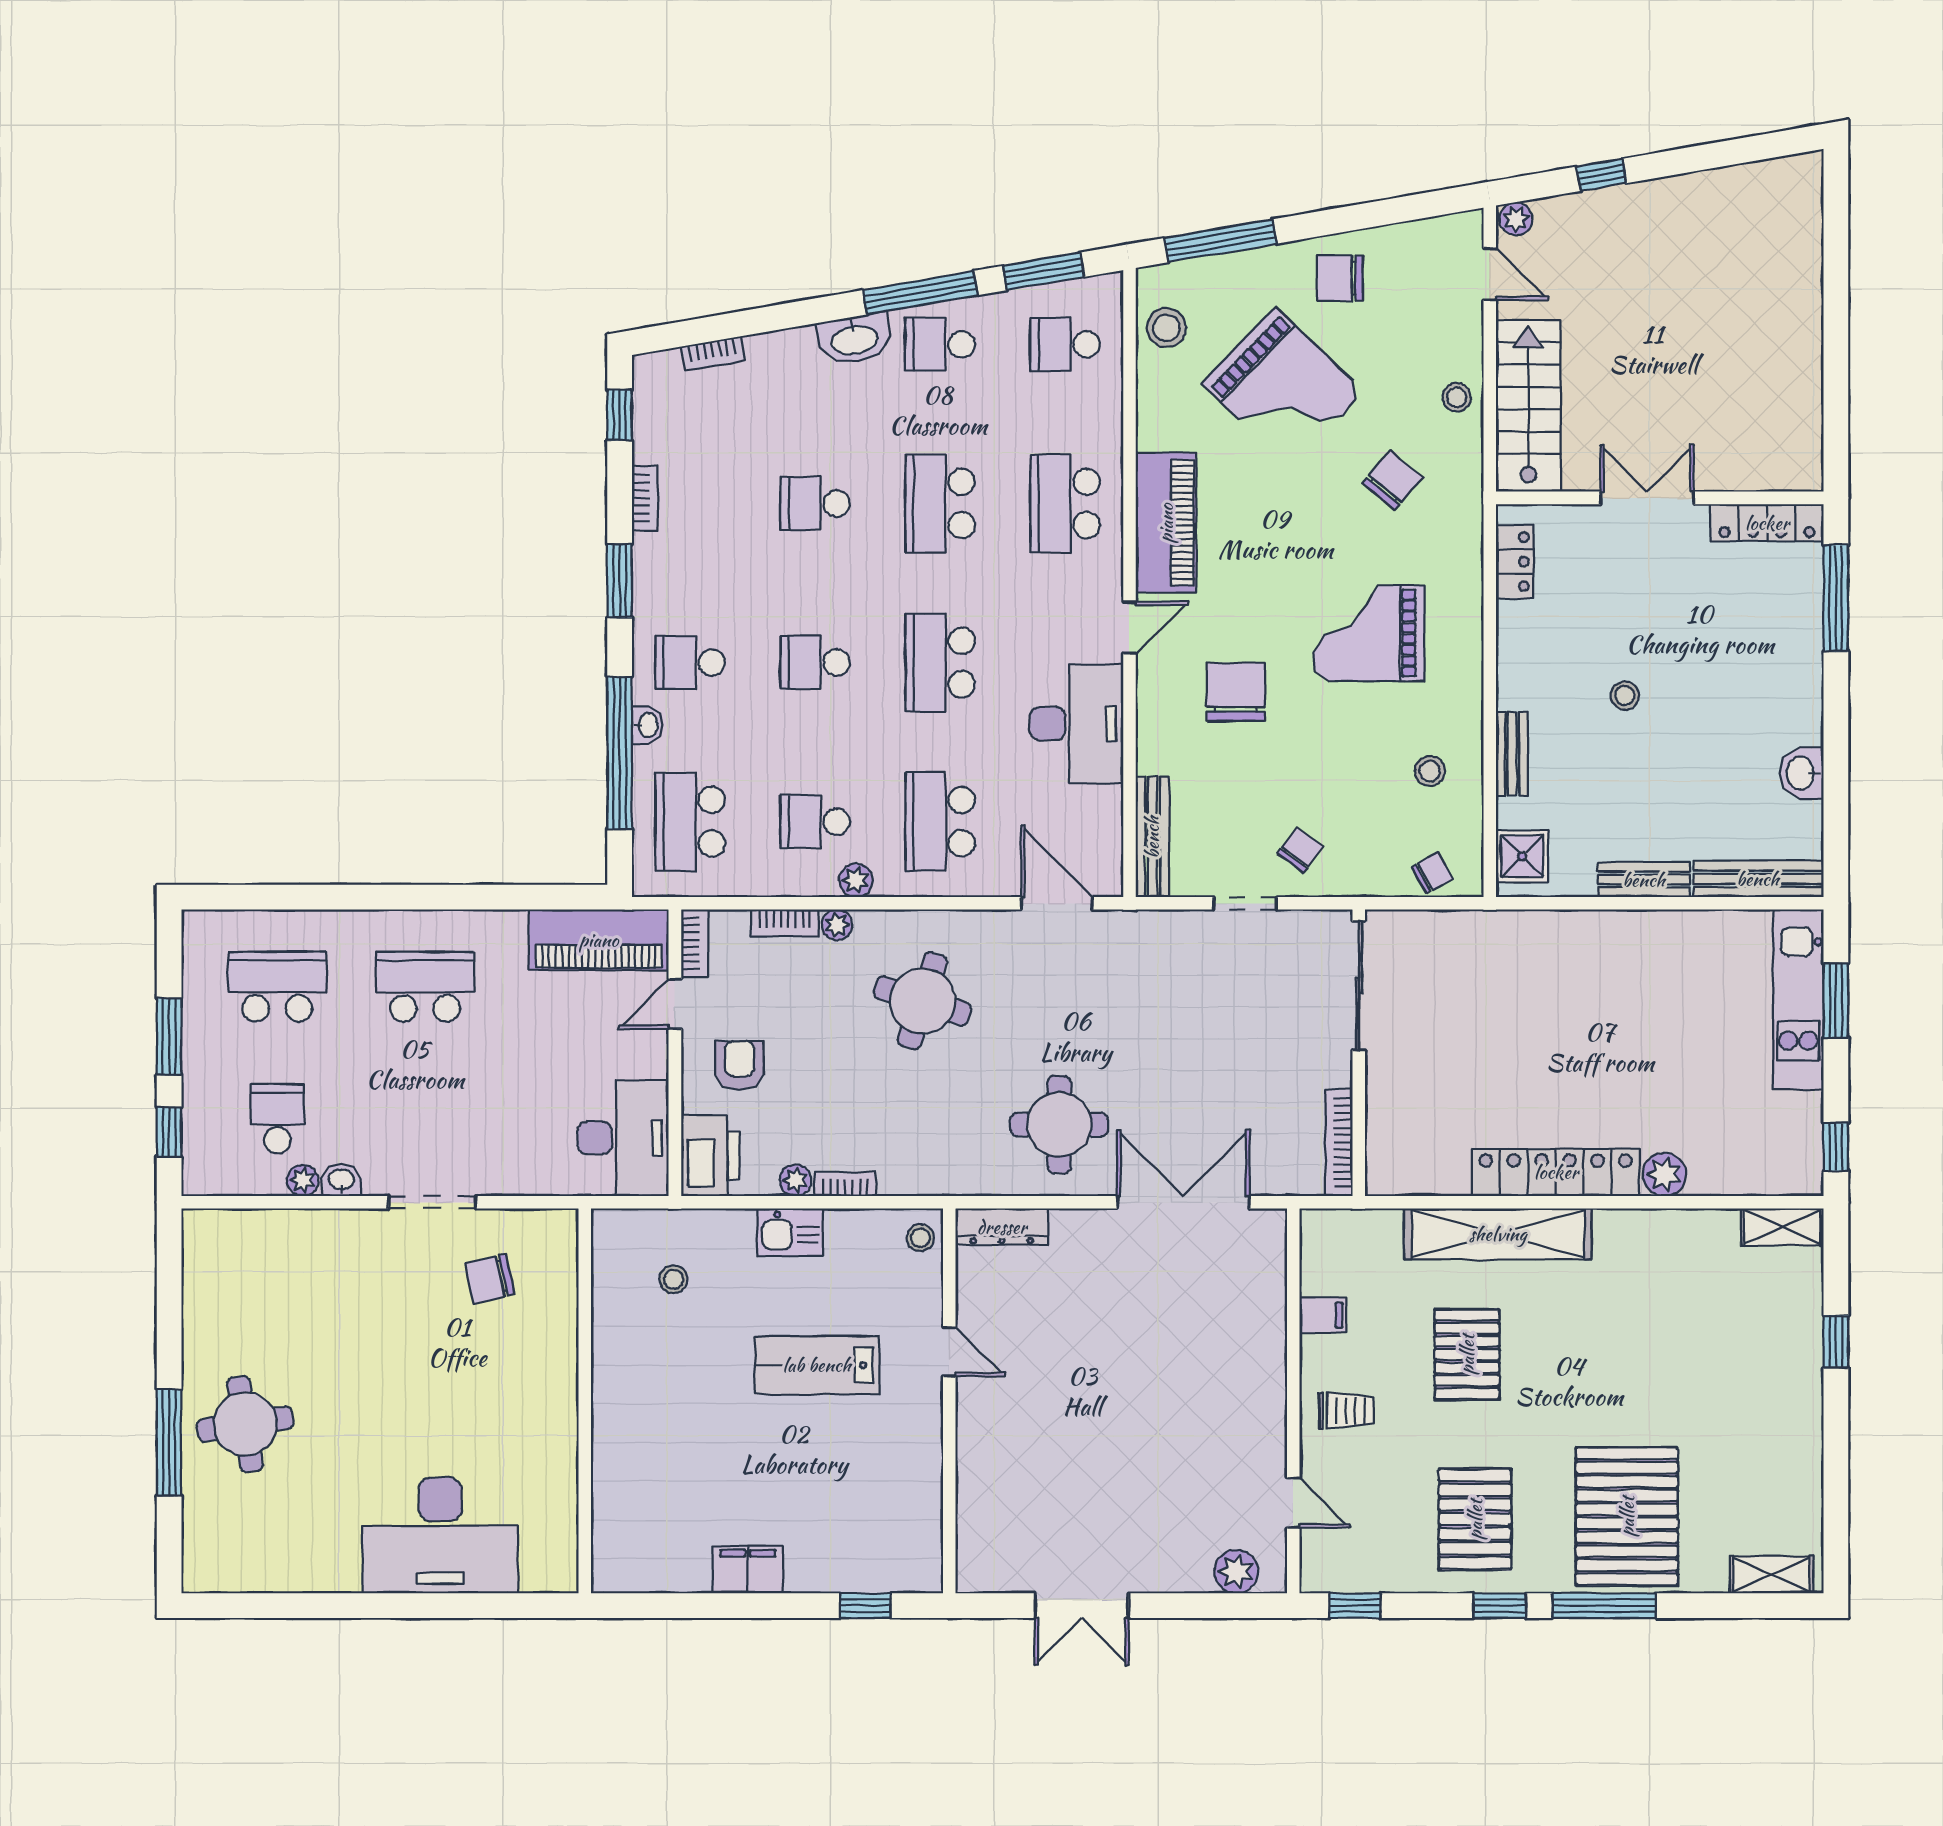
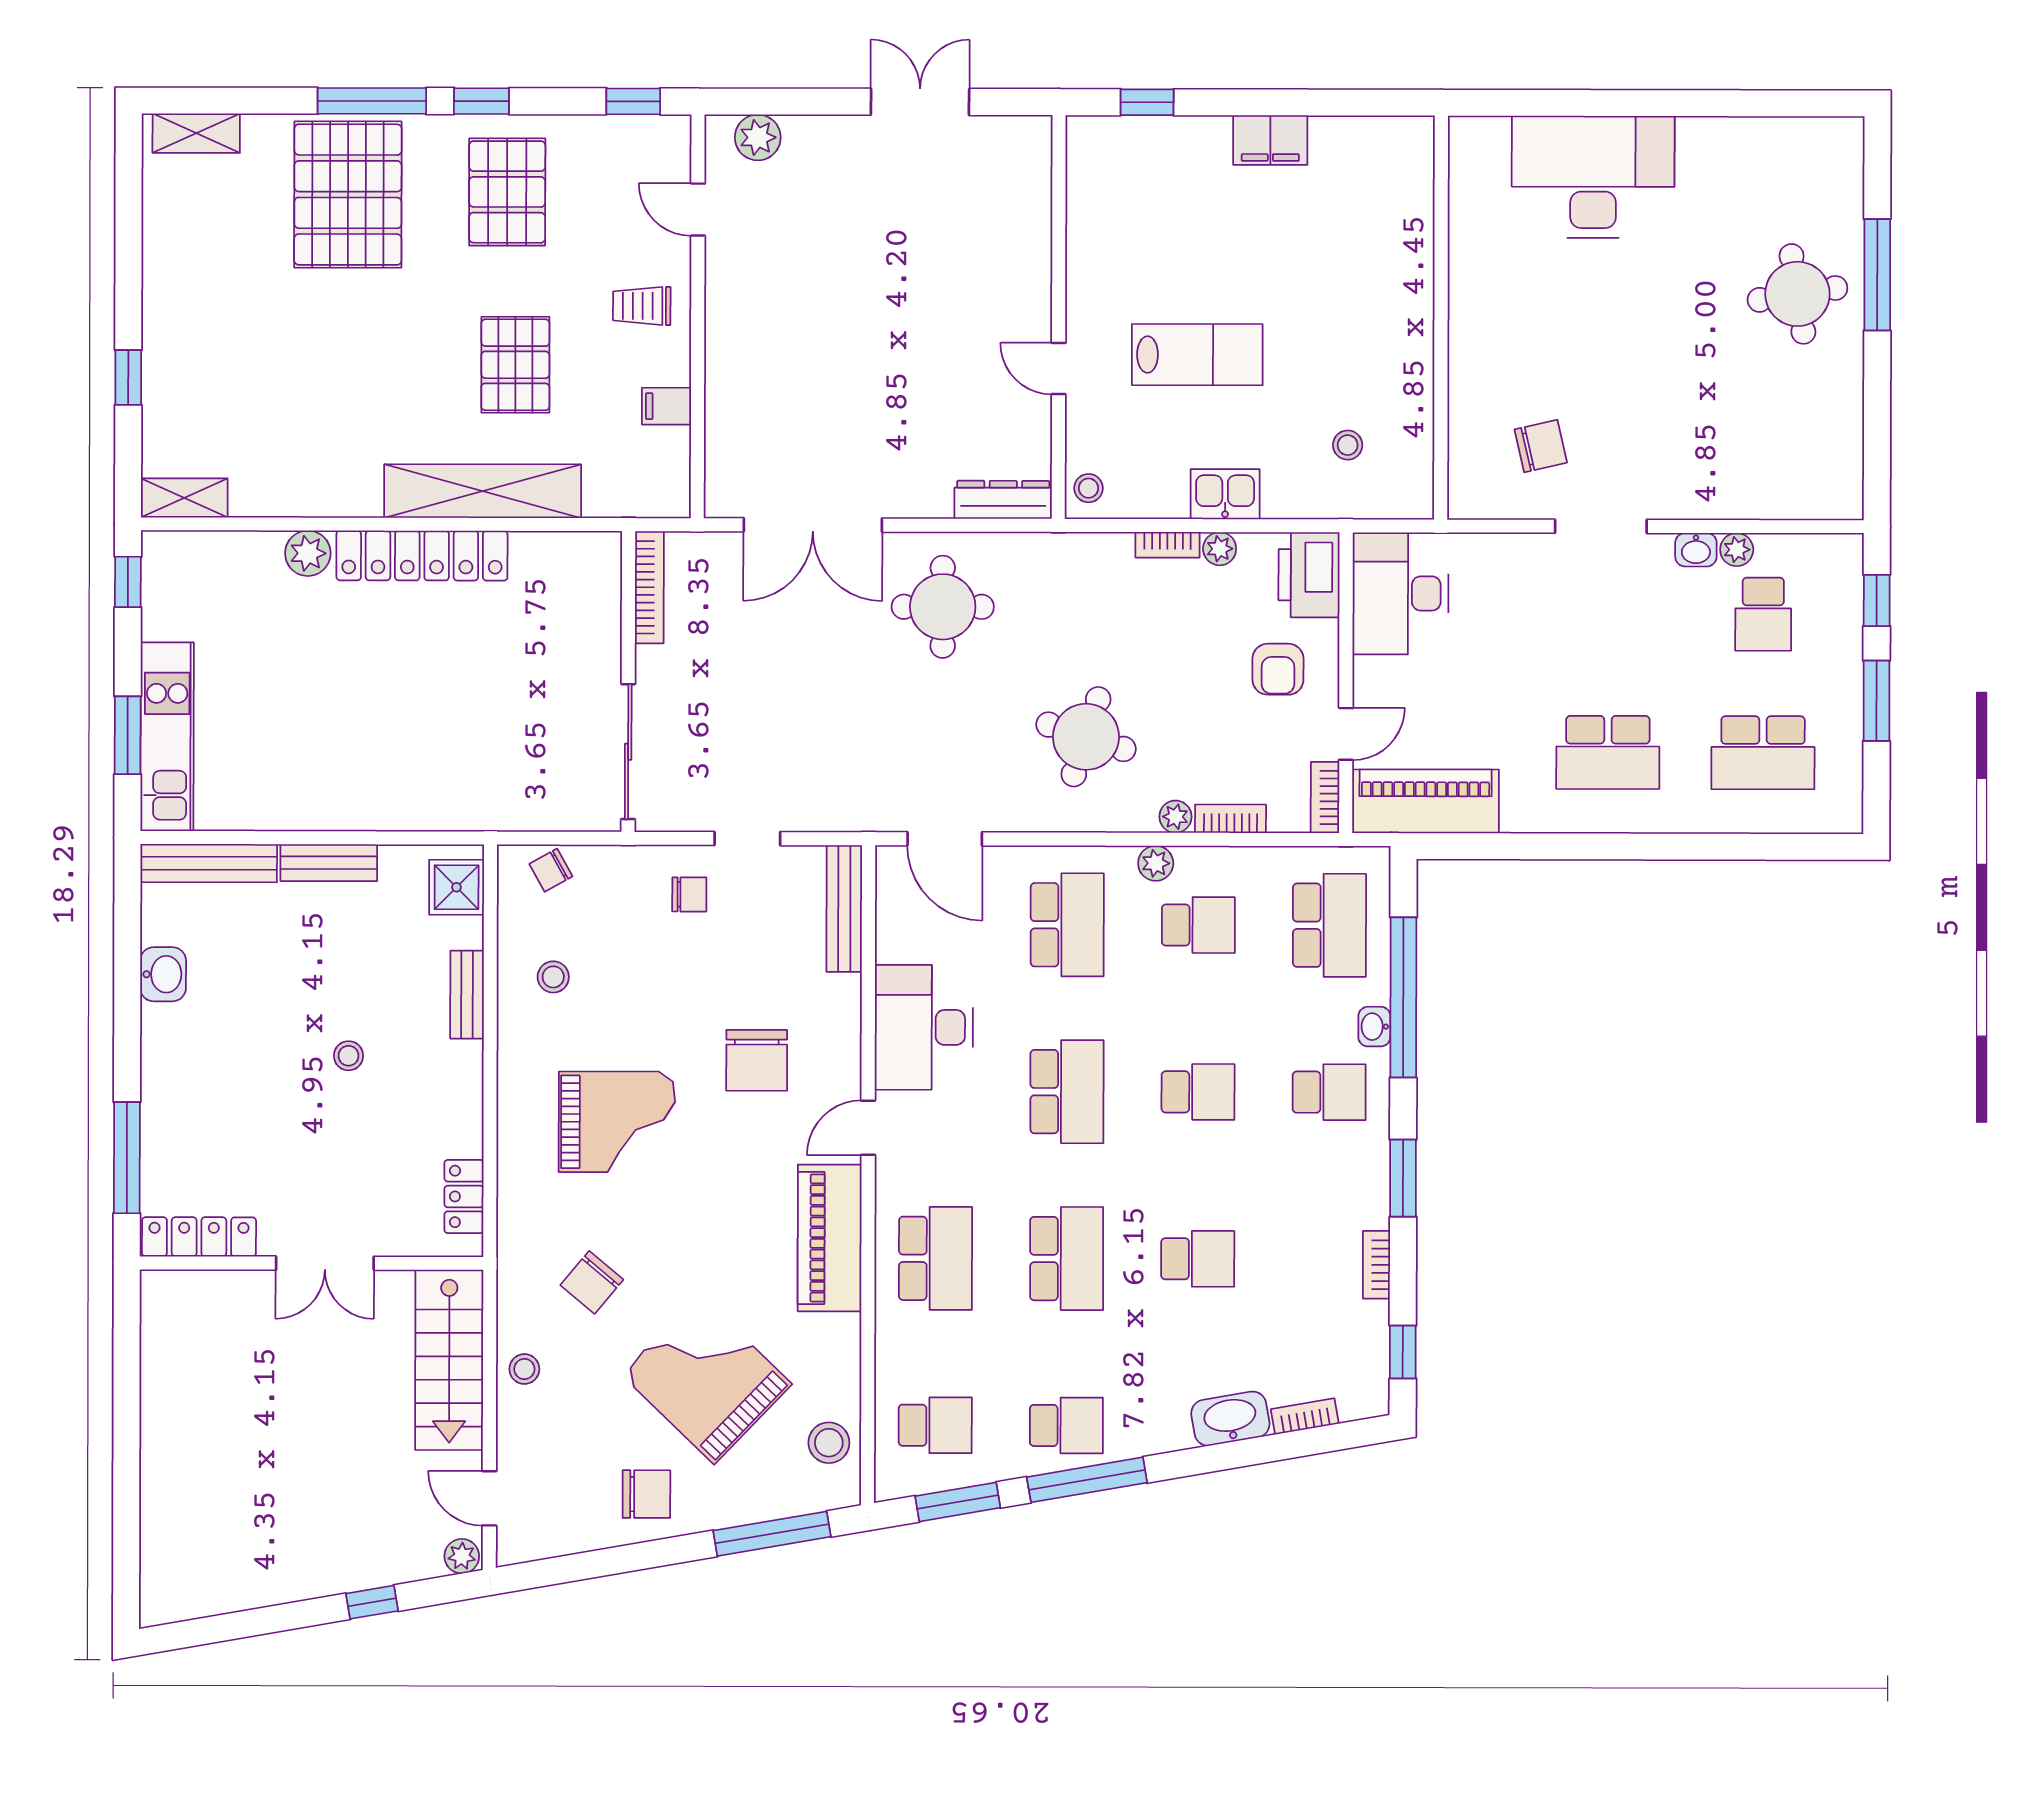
washbasin: (854, 339) -> (1230, 1419), moved
chair: (1300, 850) -> (689, 894), turned -126

